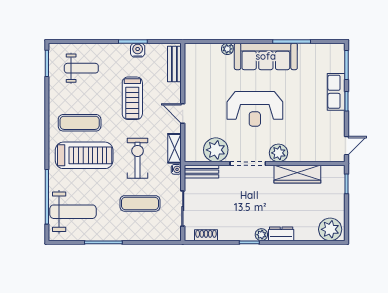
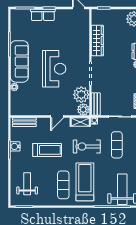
plant: (278, 153) -> (83, 109), moved

